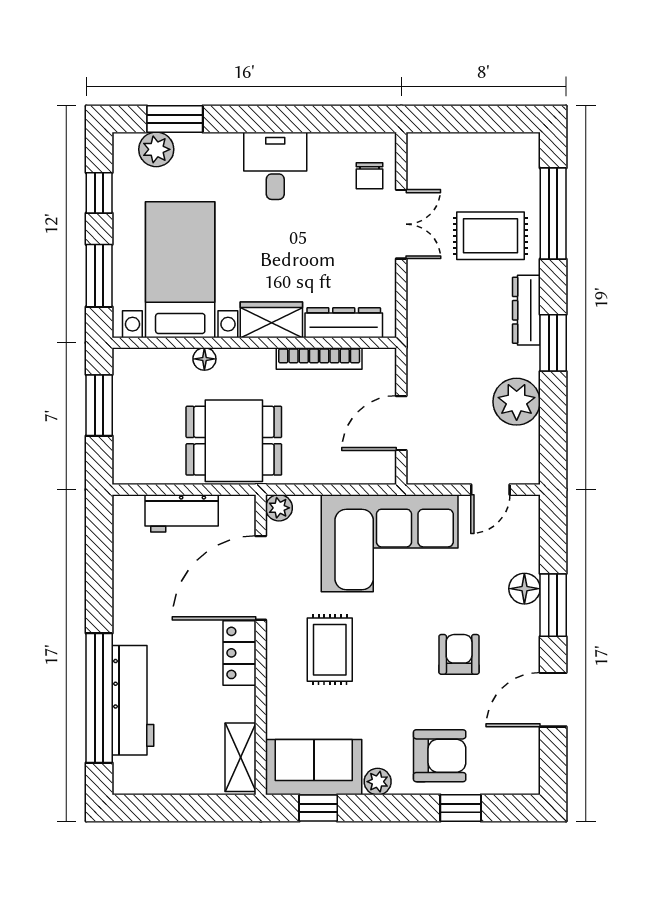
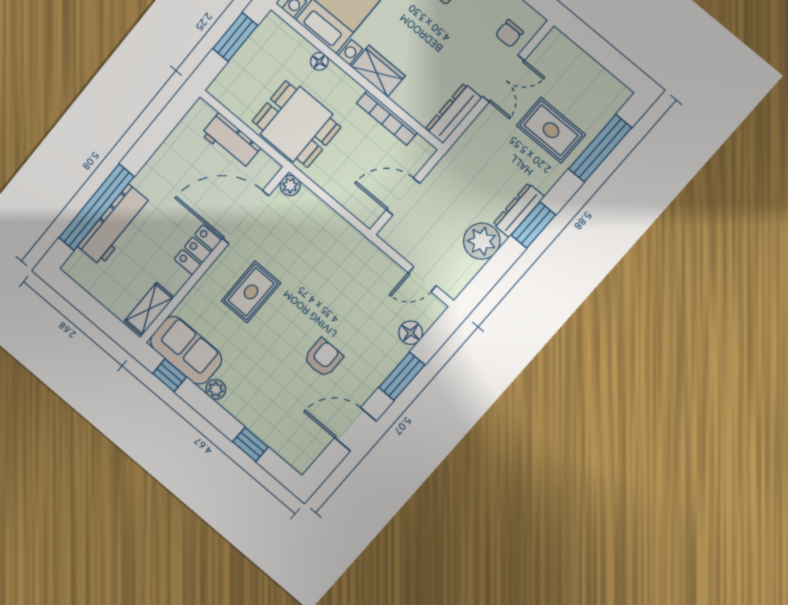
dresser: (526, 310) -> (519, 210), moved
dresser: (344, 323) -> (453, 113), moved, turned -90
corner sofa: (390, 543) -> (337, 260), removed
floor lamp: (524, 589) -> (411, 333), moved
armchair: (440, 756) -> (263, 405), removed

